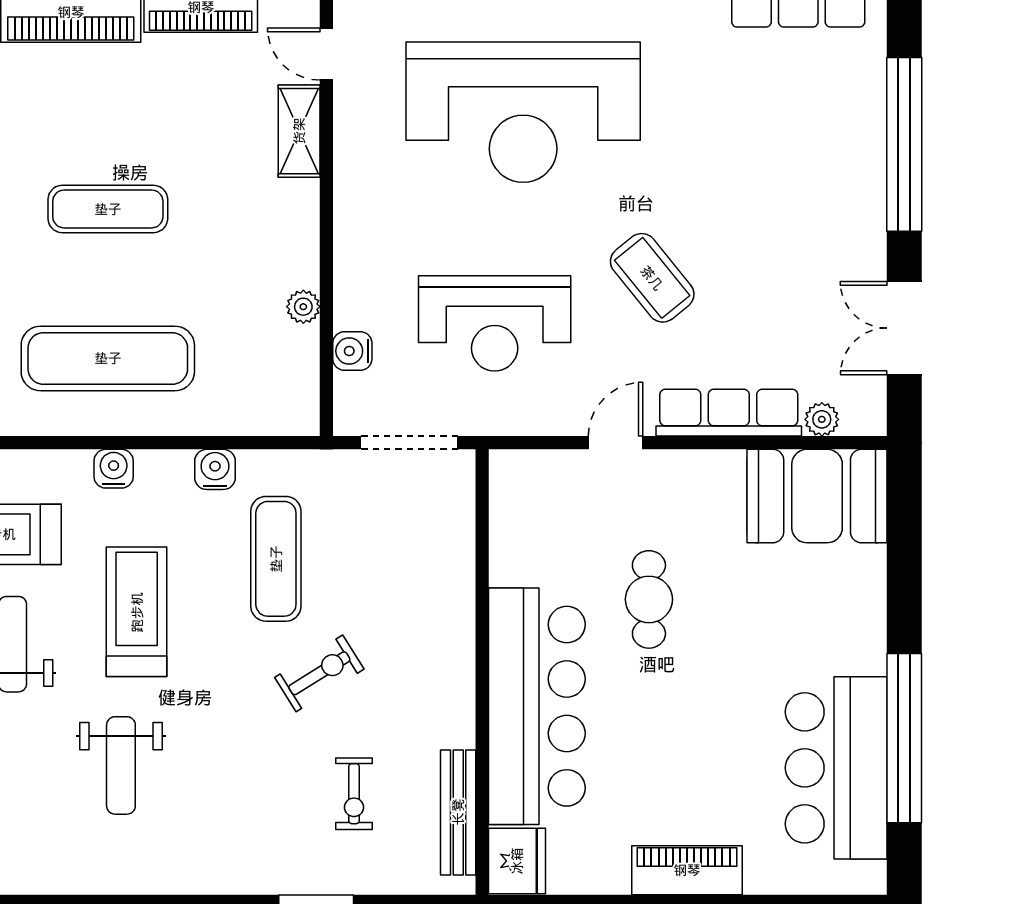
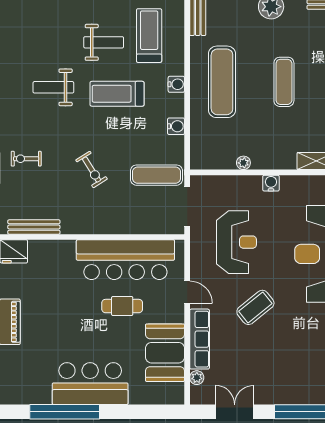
reception desk: (495, 323) -> (236, 242), turned 180
water cooler: (352, 351) -> (271, 183), moved
booth: (817, 496) -> (165, 353), moved
exercise mat: (276, 559) -> (157, 175), moved
treadmill: (137, 612) -> (117, 94), turned 180
bar counter: (537, 706) -> (125, 260), moved
bar counter: (836, 768) -> (90, 384), moved
exercise bike: (354, 794) -> (26, 159), moved

